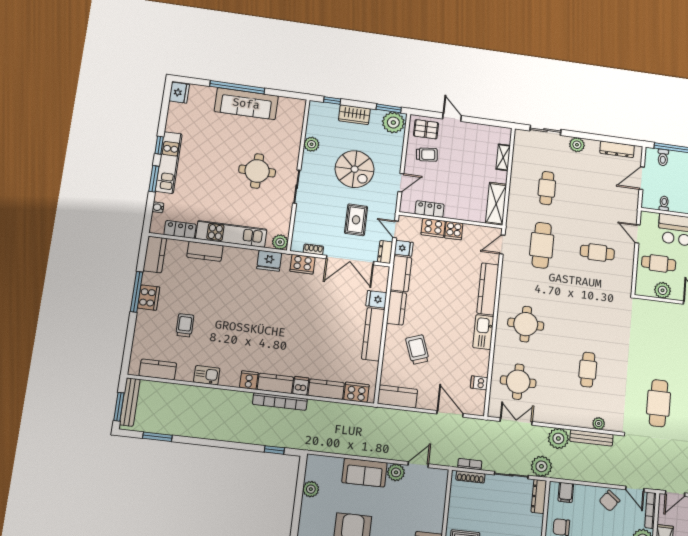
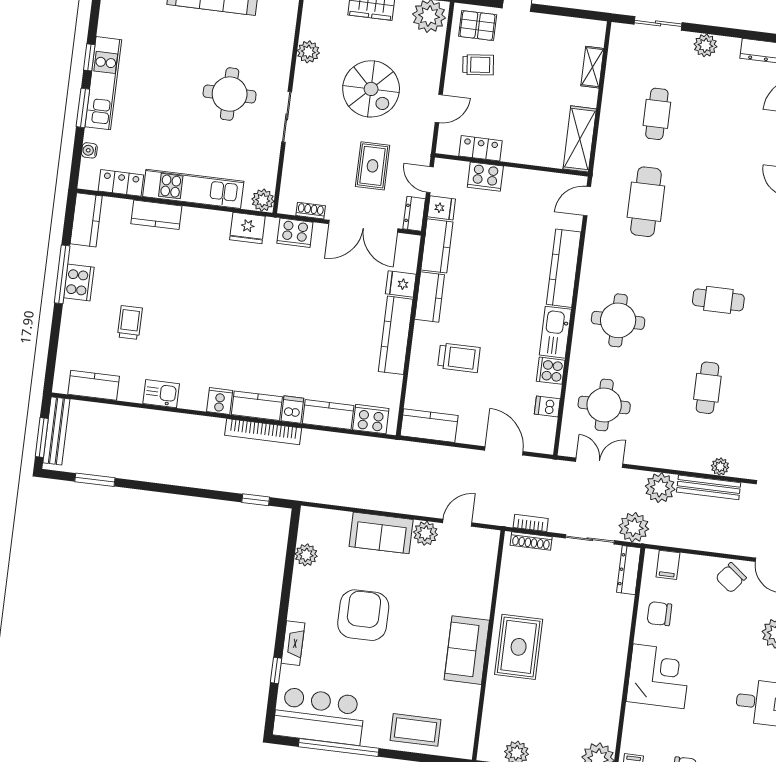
cooker: (454, 231) -> (551, 371), moved, turned 90
cafe table: (597, 252) -> (718, 300), moved
trolley: (417, 350) -> (459, 358), turned 110

